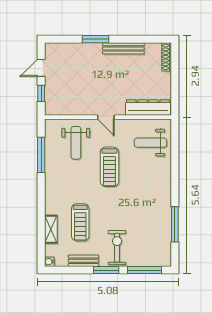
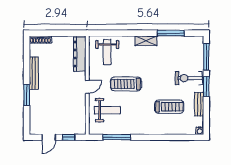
door: (41, 68) -> (49, 137), hinge flipped
treadmill: (110, 167) -> (126, 84), turned 180
shelving: (51, 229) -> (146, 41), moved

